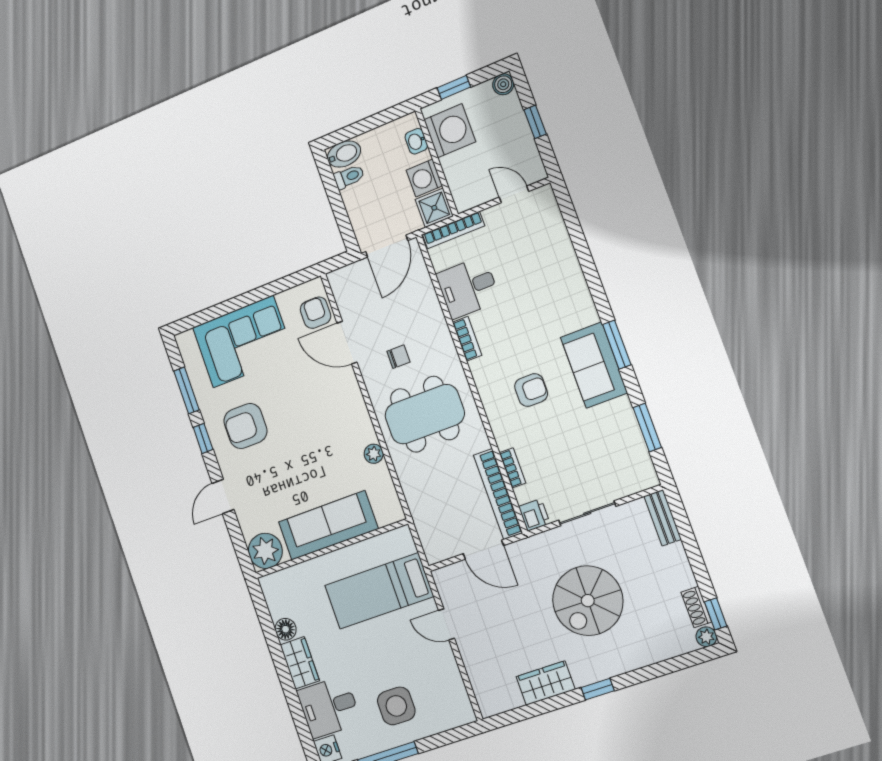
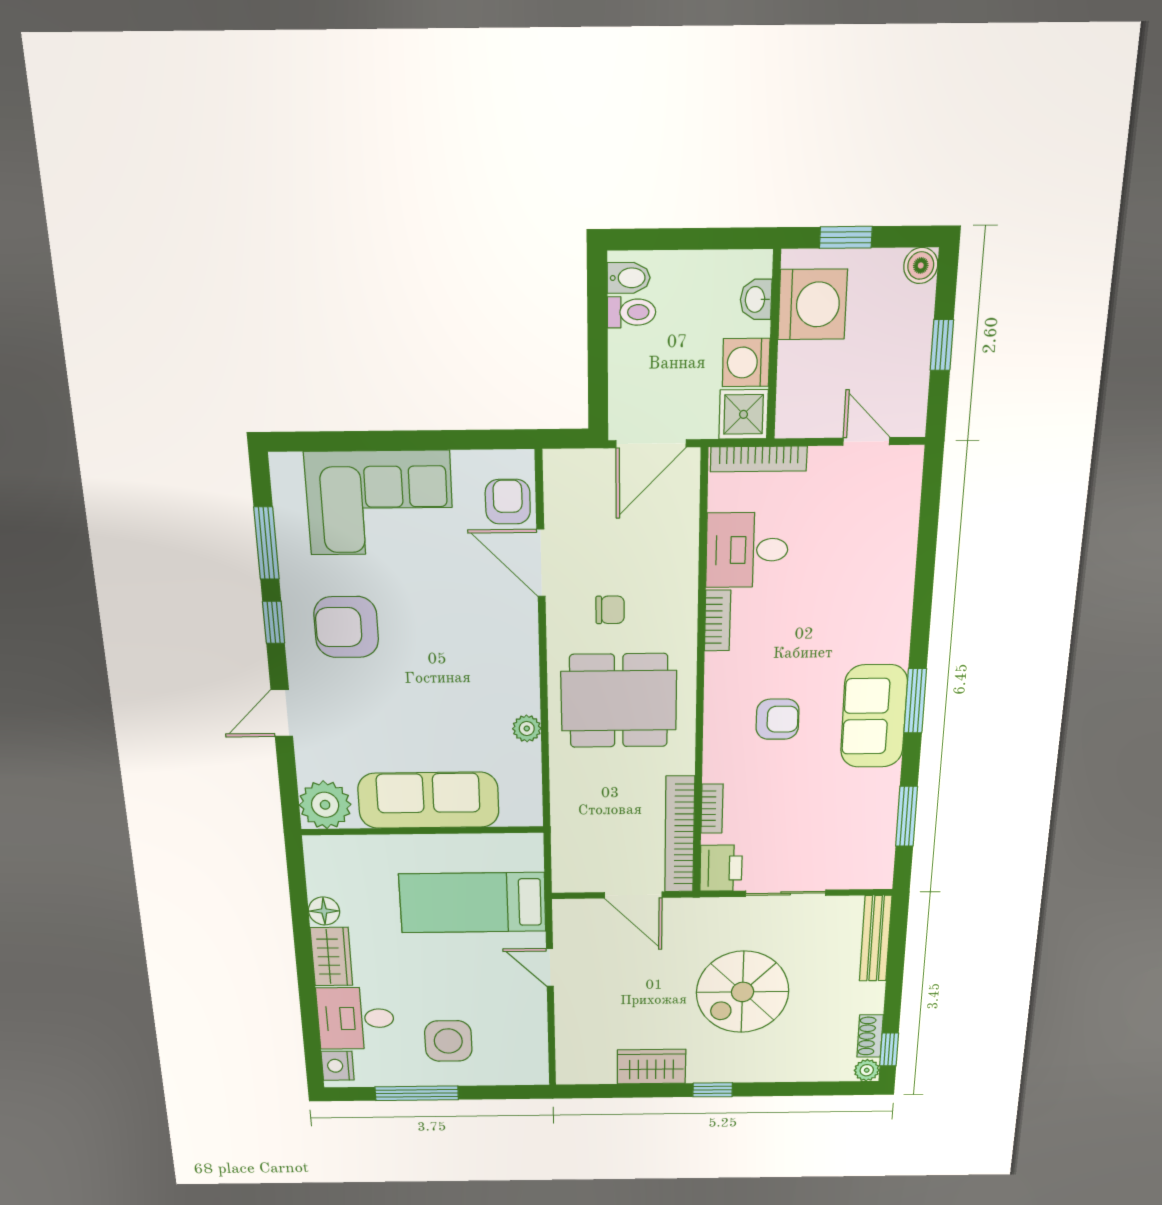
bidet: (344, 154) -> (629, 278), width x0.72, depth x0.74
printer: (534, 515) -> (721, 868), width x1.36, depth x1.24
bench: (663, 518) -> (876, 938), width x1.36

